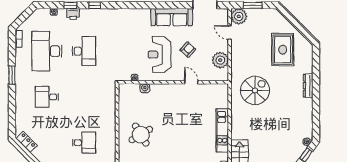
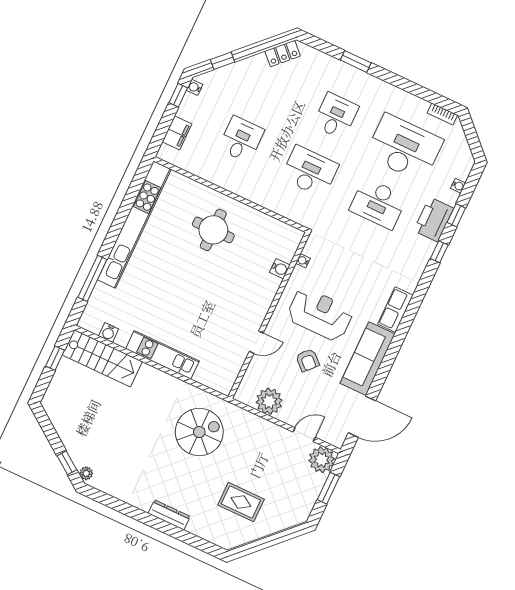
printer: (73, 14) -> (434, 219), width x1.87, depth x1.48
row of seats: (138, 14) -> (395, 310), added
rug: (283, 50) -> (241, 502), width x0.73, depth x0.70
window: (12, 75) -> (356, 61), moved
spiral stairs: (255, 90) -> (199, 432), turned -90
desk: (84, 97) -> (310, 171), added
round table: (141, 135) -> (213, 230), turned 31
desk: (84, 143) -> (241, 139), turned 180

